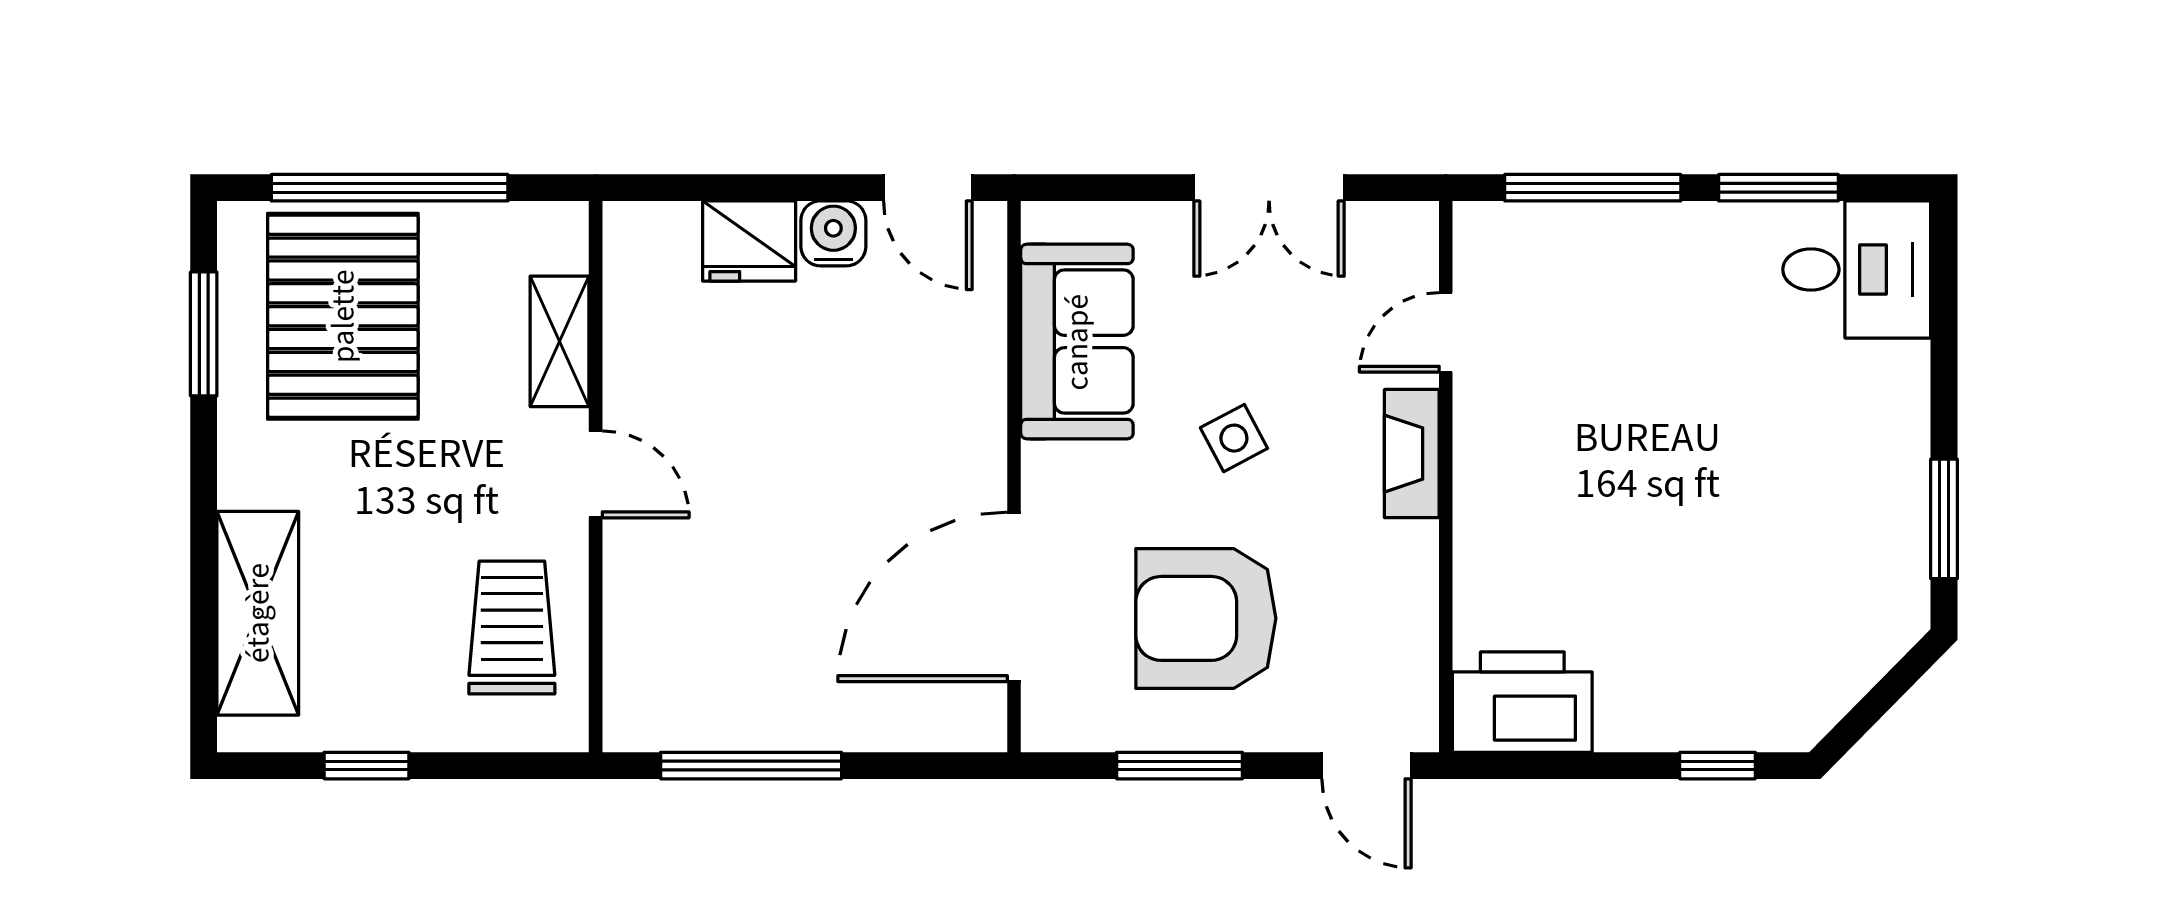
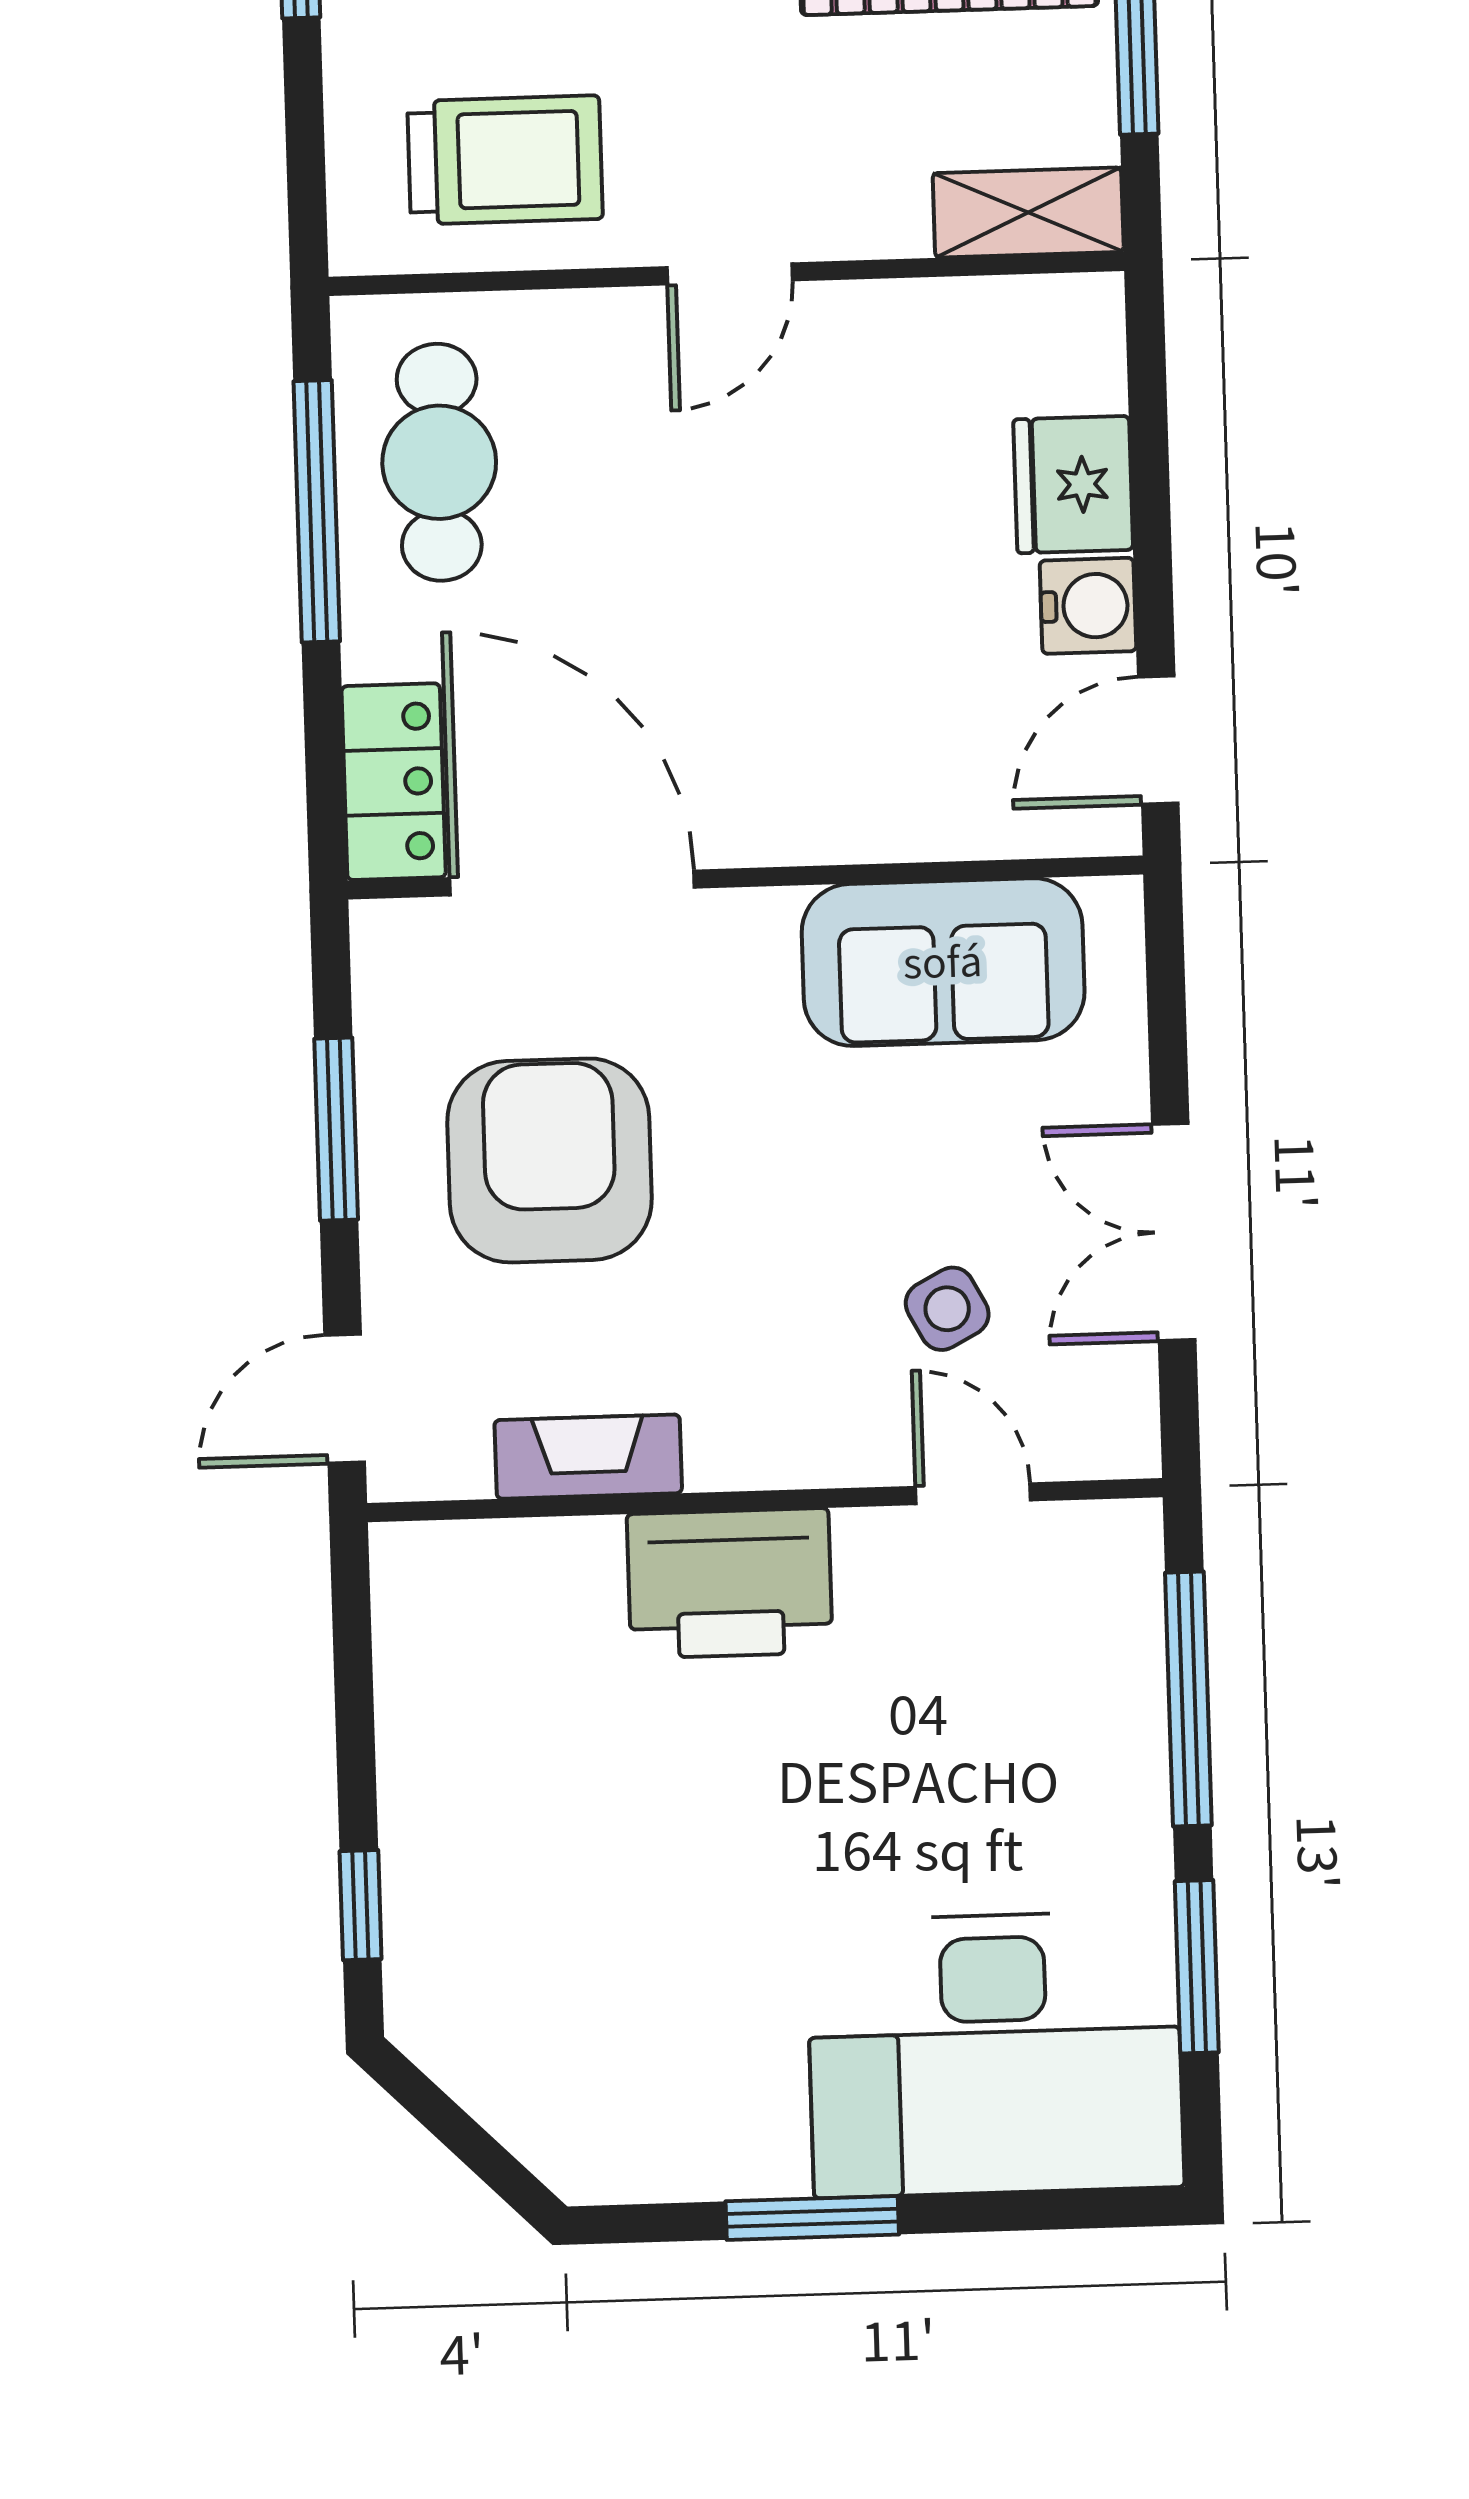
desk: (1857, 270) -> (995, 2054), width x1.87, depth x1.30
shelving: (560, 341) -> (1028, 212), moved
side table: (1234, 438) -> (947, 1309), moved
fireplace: (1412, 454) -> (588, 1457), moved
window: (1944, 519) -> (812, 2218), moved
cafe table: (720, 680) -> (439, 462), added
printer: (1522, 702) -> (730, 1583), moved, turned 90
locker: (940, 718) -> (394, 782), added

